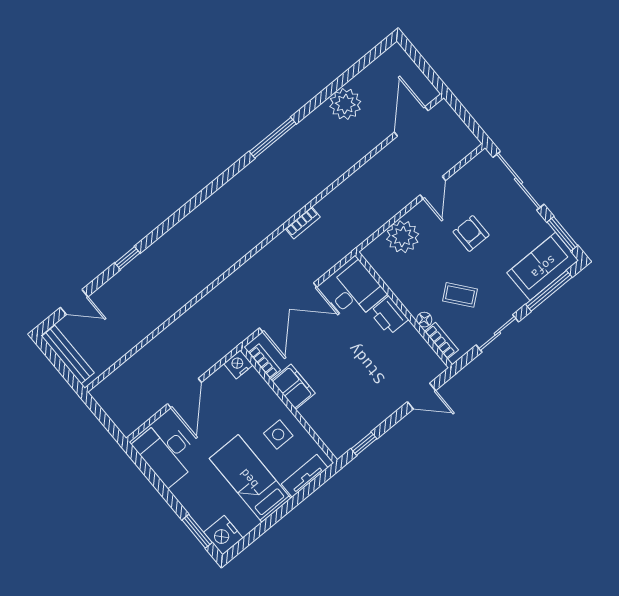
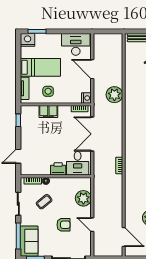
plant: (196, 324) -> (114, 95), added
filing cabinet: (293, 387) -> (48, 112), moved

